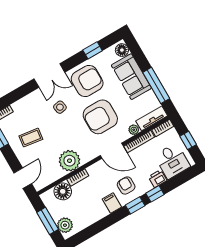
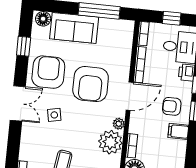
tv unit: (152, 118) -> (127, 37), removed
plant: (134, 130) -> (119, 124), moved

